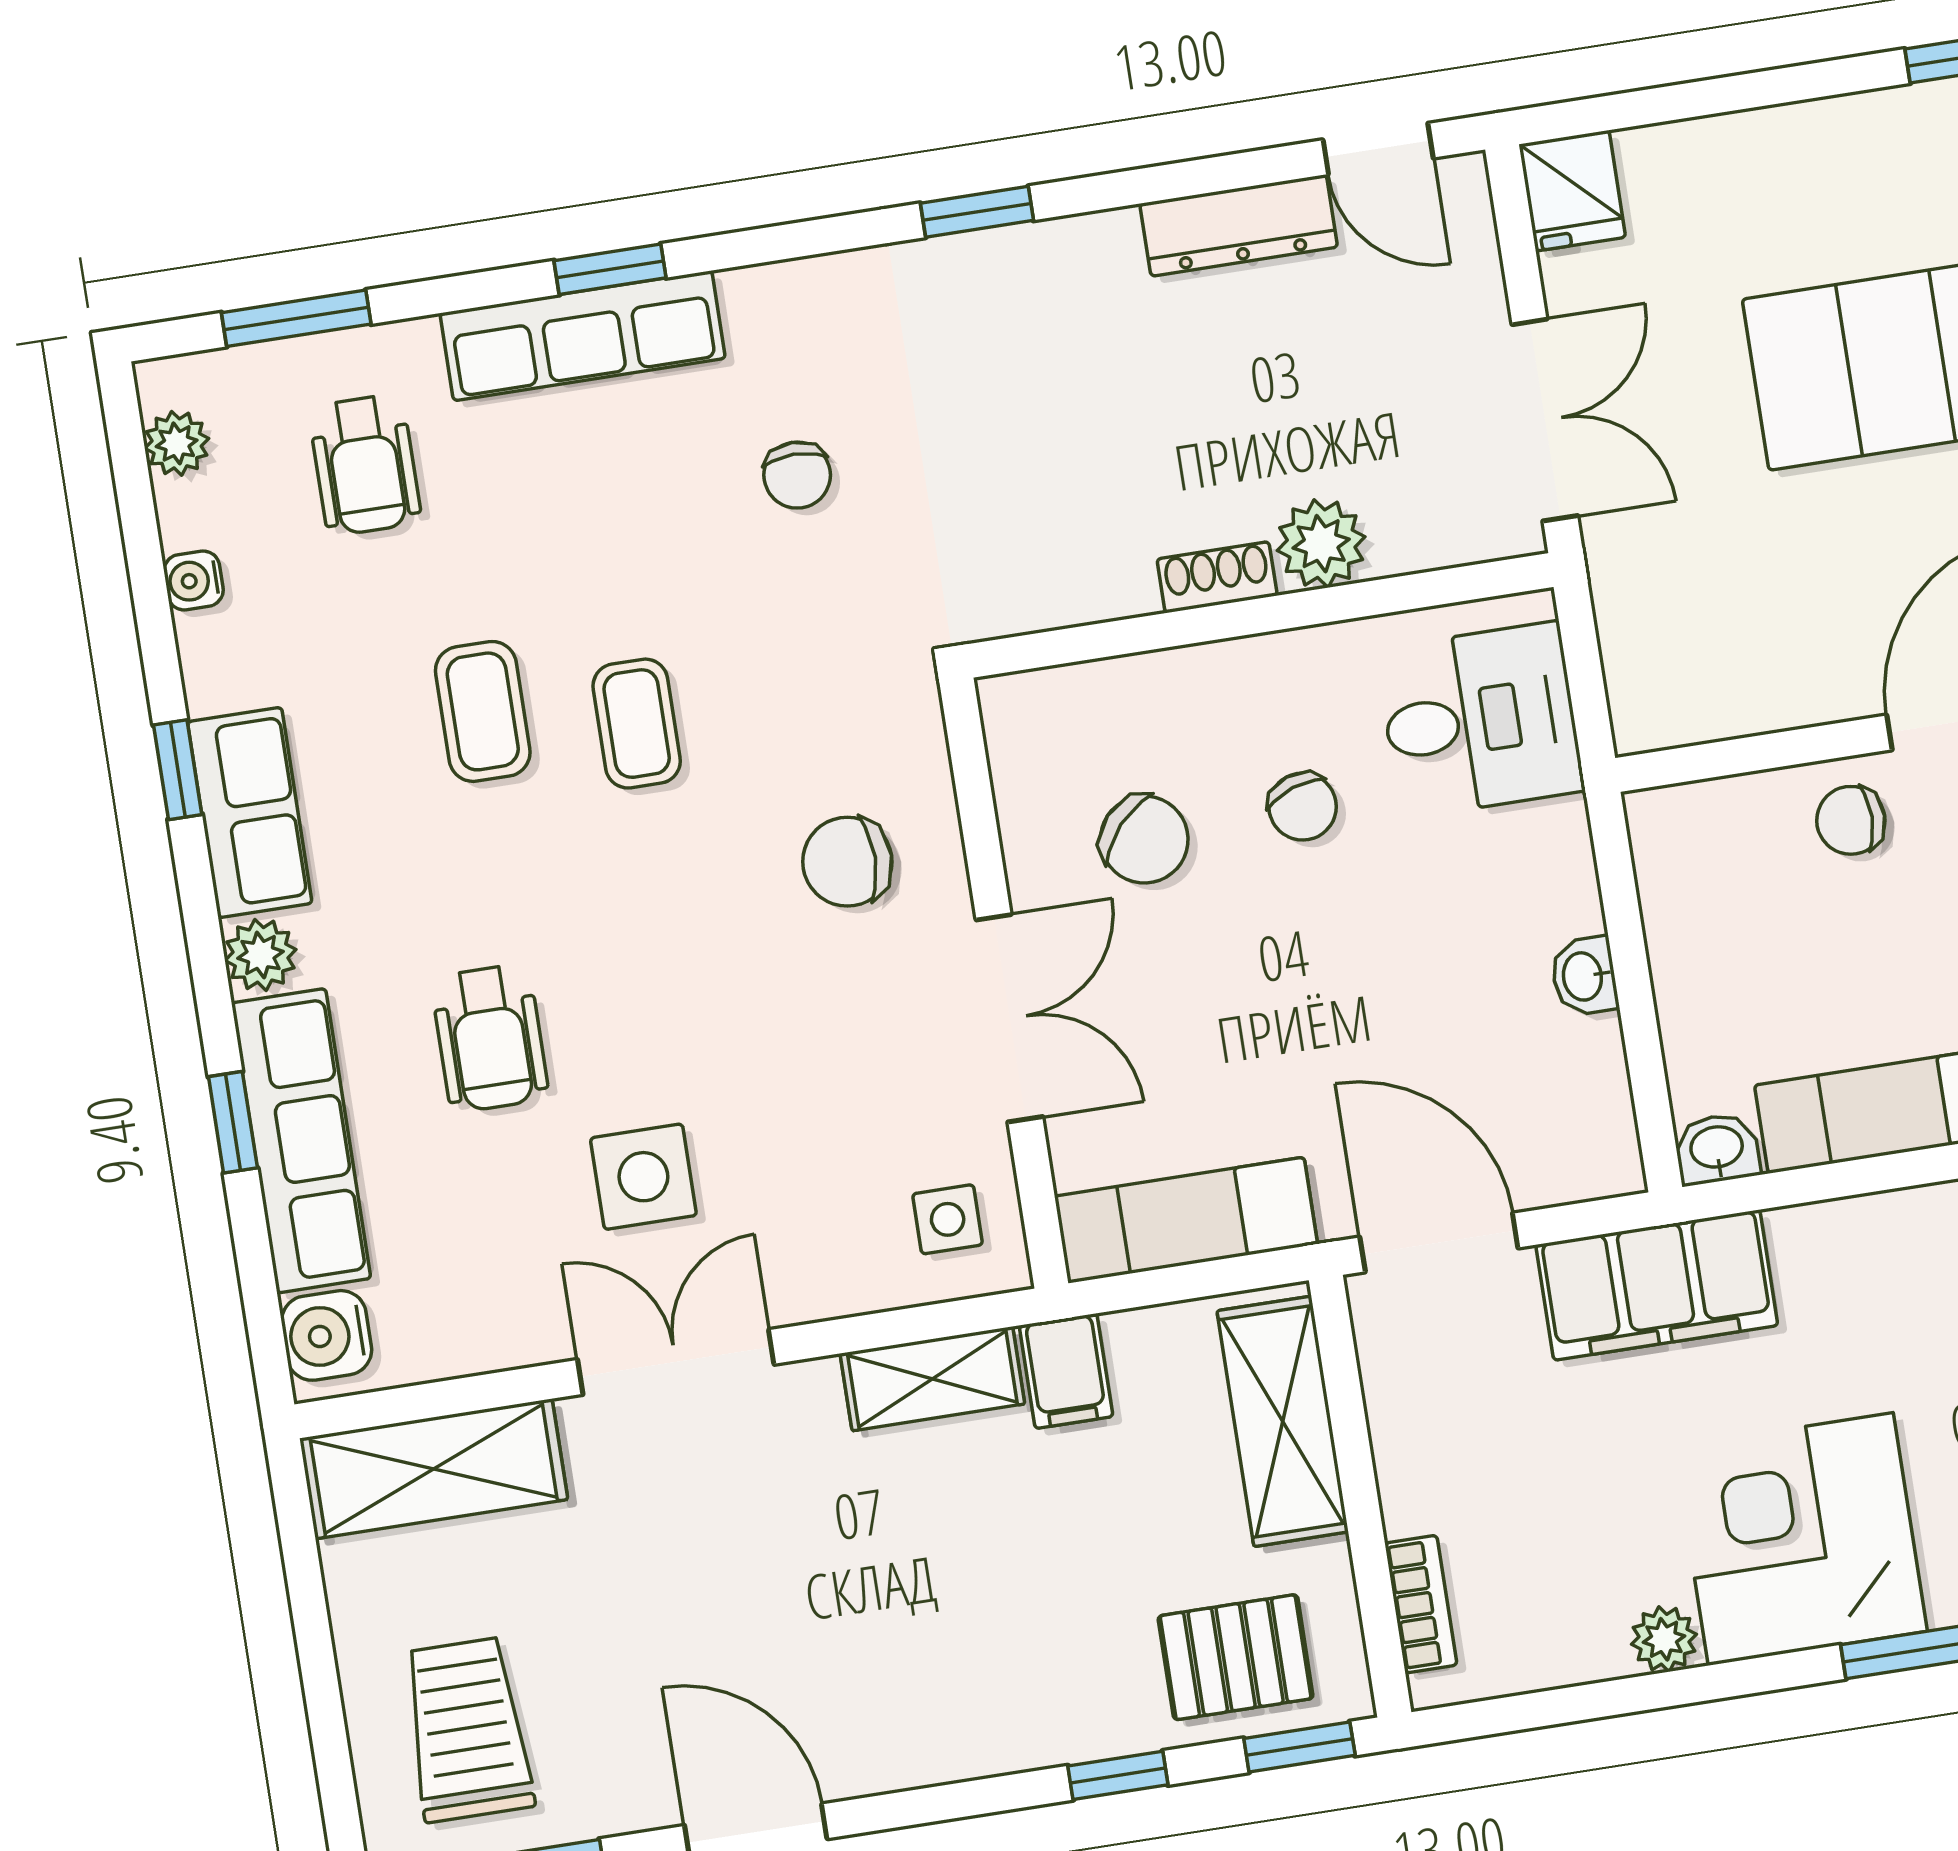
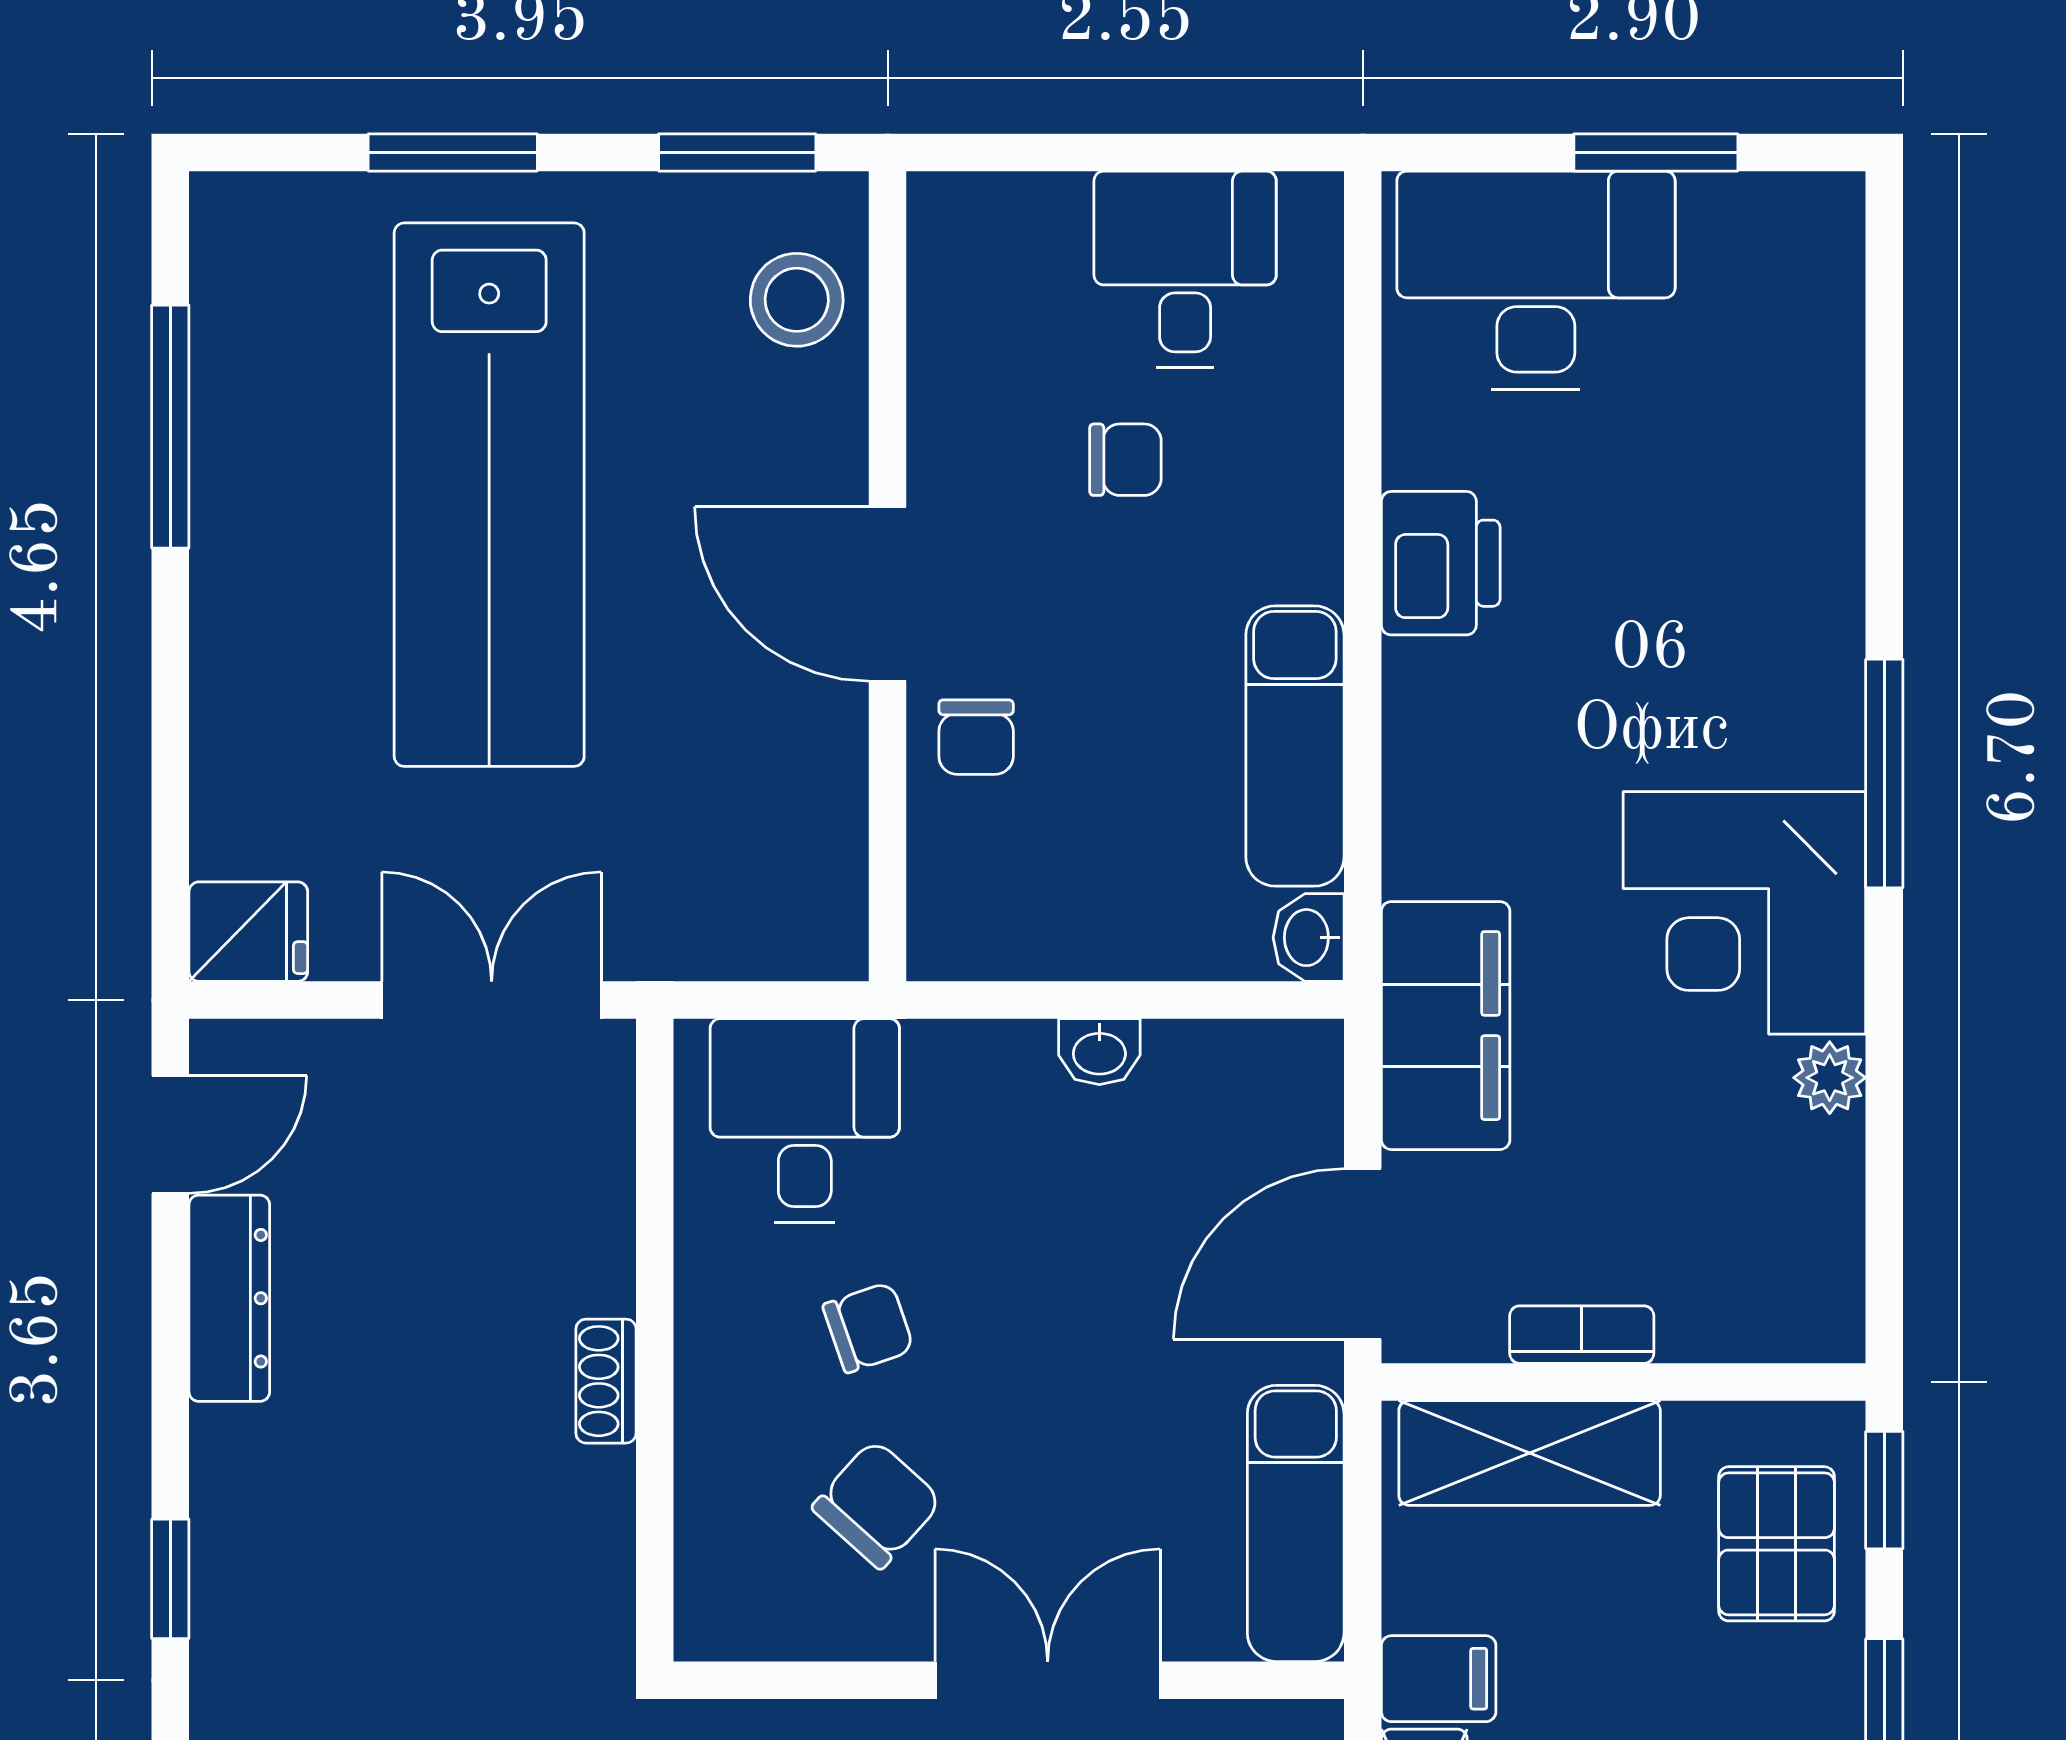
plant: (1321, 544) -> (587, 1263), removed
bookcase: (1421, 1604) -> (1582, 1335), moved

